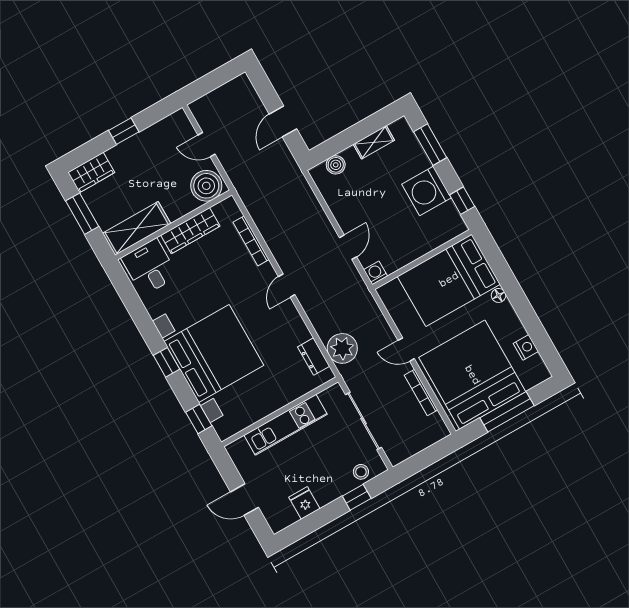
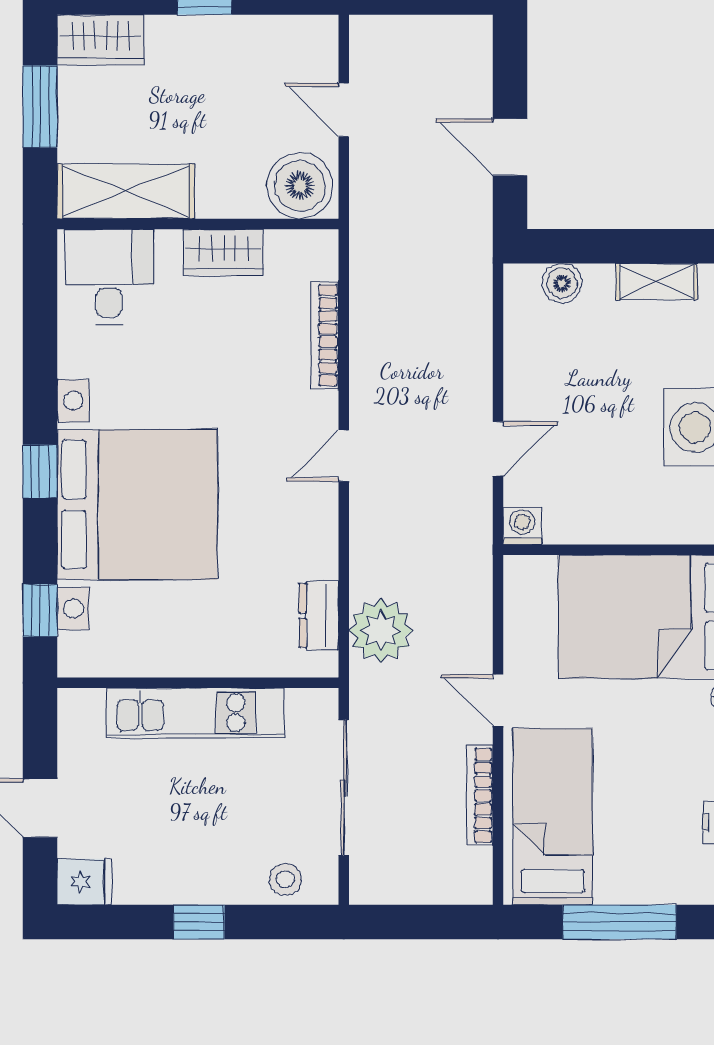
door: (283, 121) -> (510, 147), hinge flipped
wardrobe: (190, 231) -> (223, 252), width x0.67
bed: (472, 375) -> (553, 816), width x0.49
window: (357, 497) -> (199, 922), moved
fridge: (304, 503) -> (85, 882), moved, turned 90

